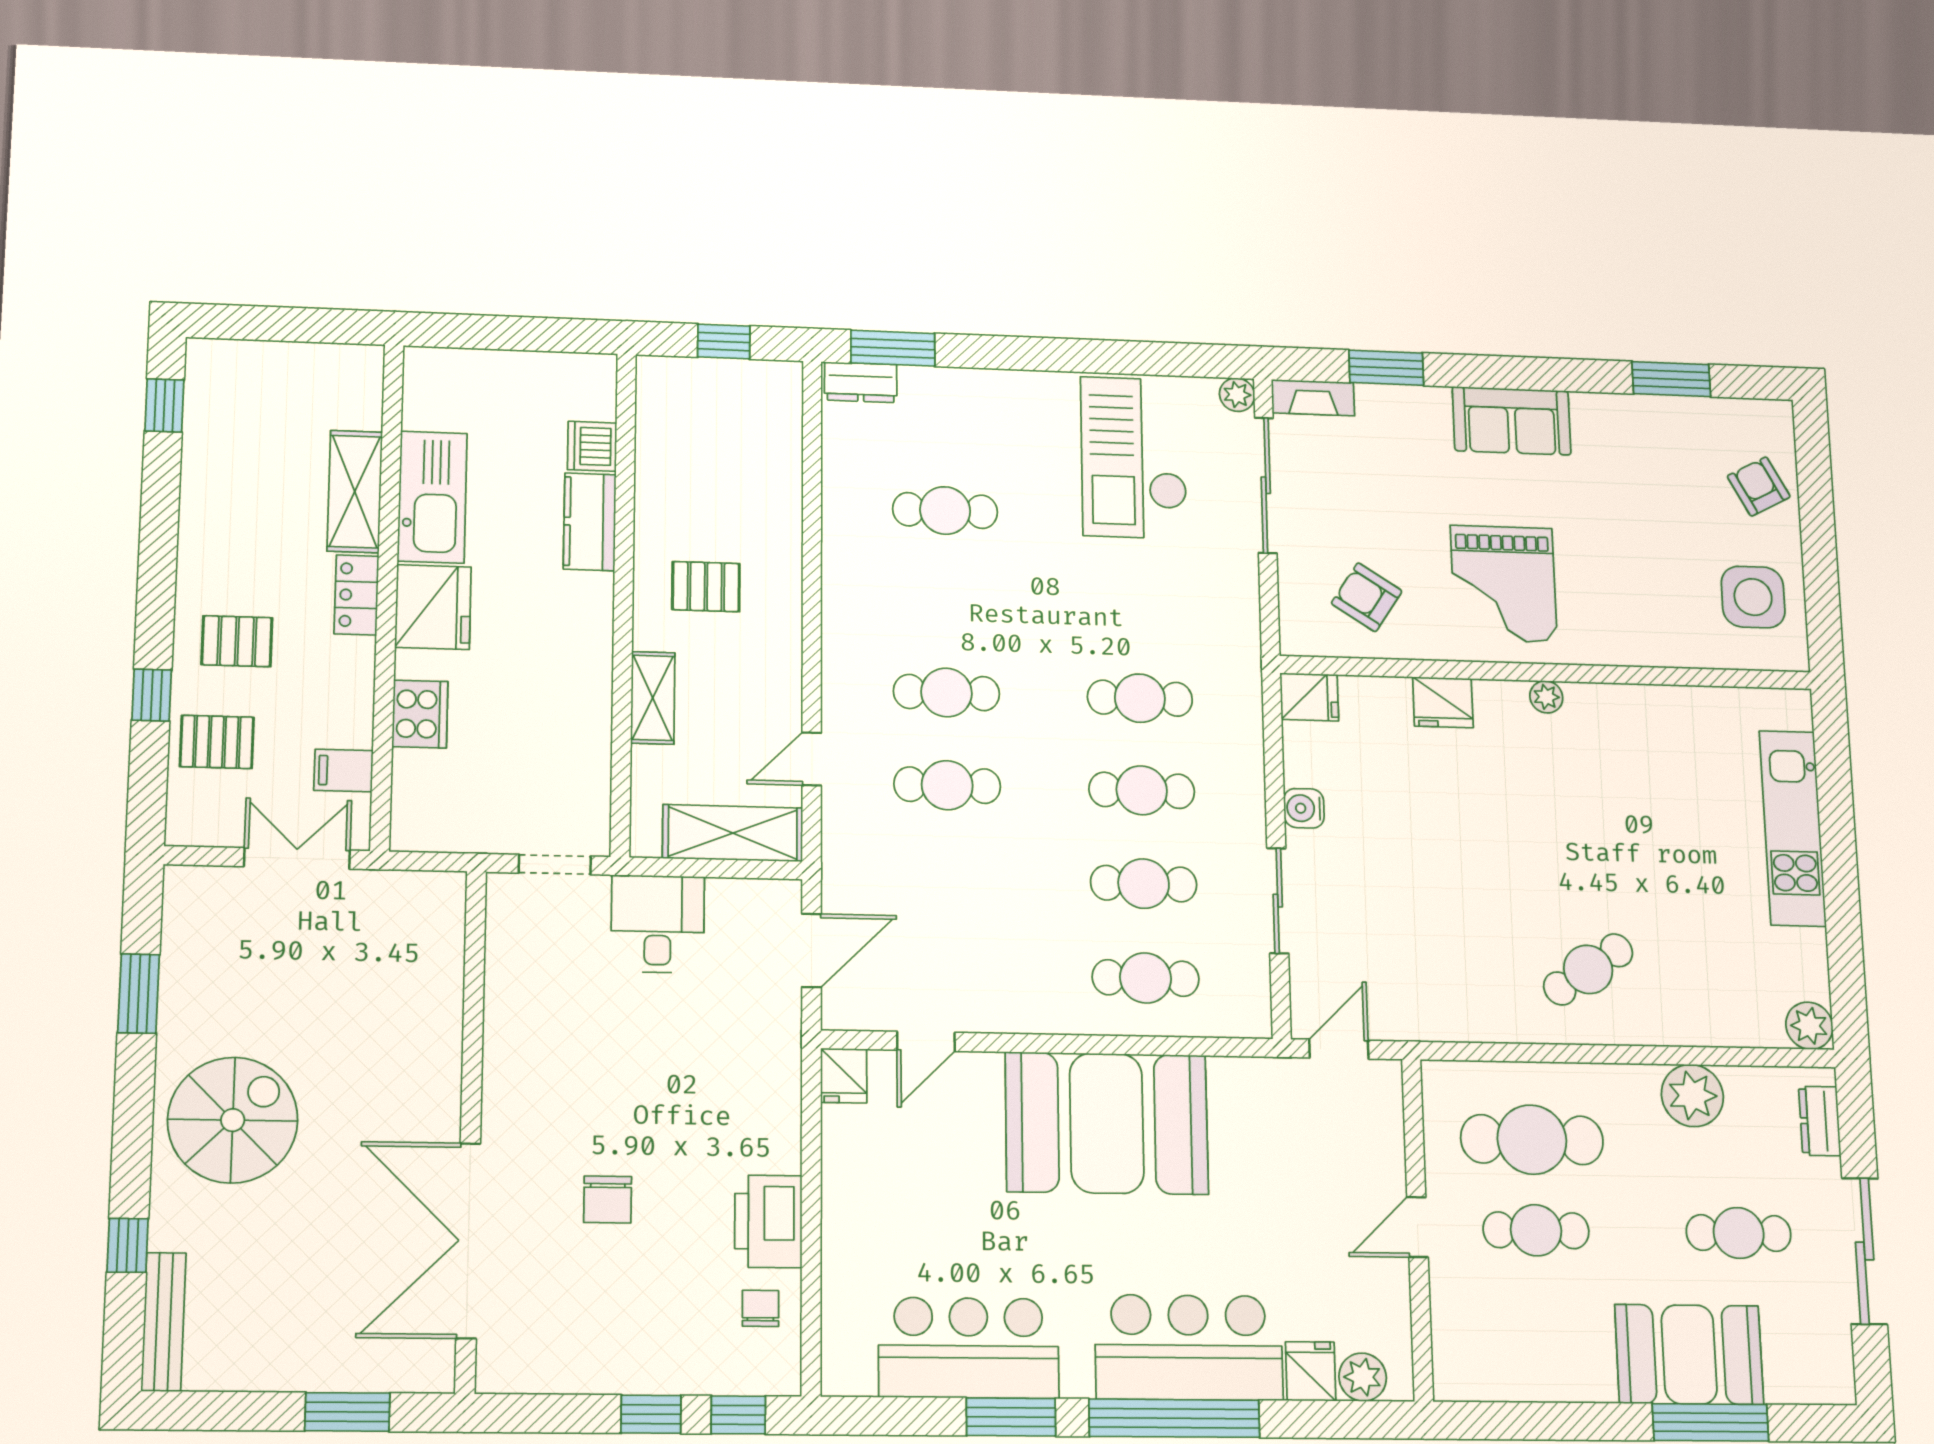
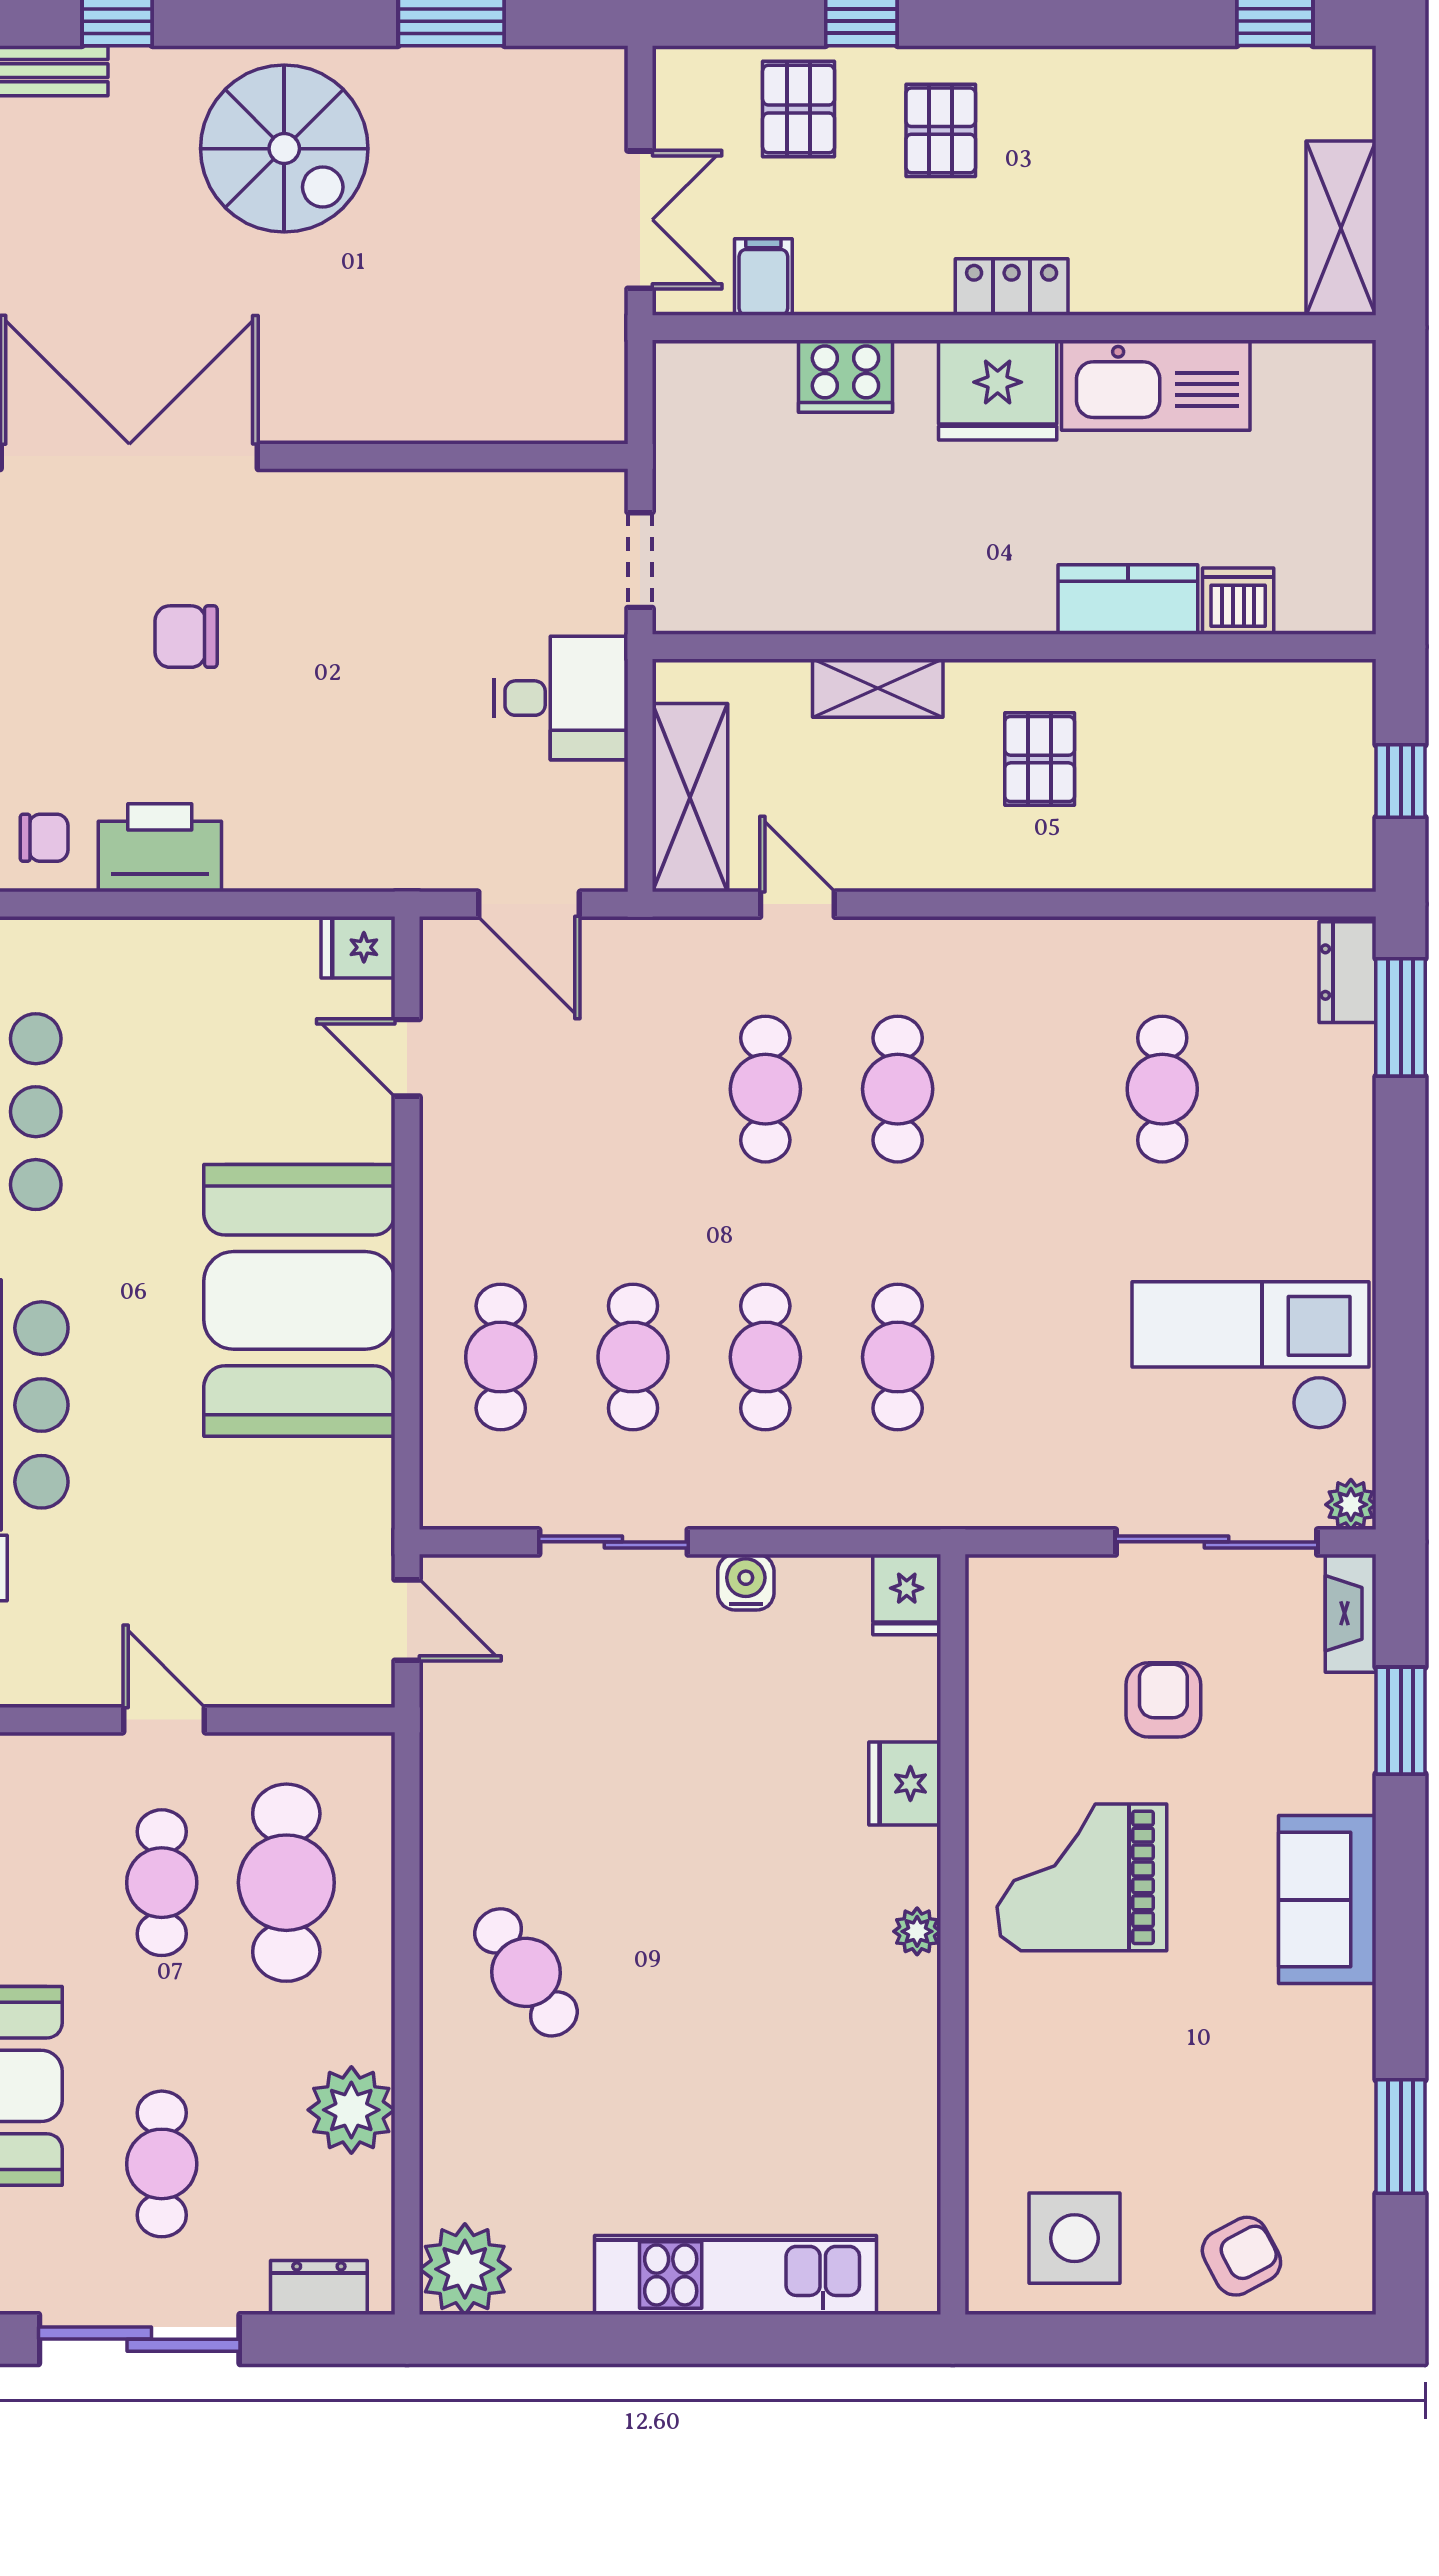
shelving: (355, 492) -> (1341, 228), moved, turned 90
armchair: (1367, 597) -> (1163, 1700), moved, turned -33
plant: (1809, 1026) -> (465, 2269), width x1.36, depth x1.36

